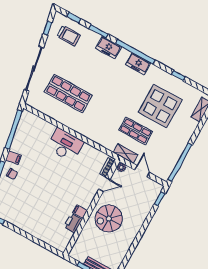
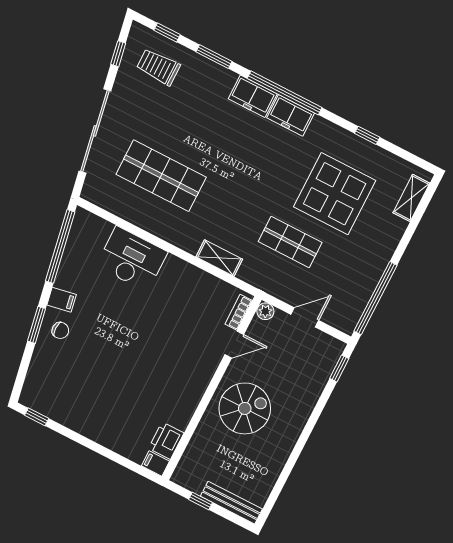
trolley: (69, 36) -> (158, 67), turned 180
freezer: (108, 47) -> (253, 96), moved
desk: (65, 145) -> (132, 259), moved
shelving: (126, 154) -> (219, 258), moved
door: (142, 171) -> (305, 317), hinge flipped
filing cabinet: (80, 211) -> (155, 464), moved
spiral stairs: (109, 219) -> (245, 408), turned 180
printer: (73, 223) -> (166, 441), moved

